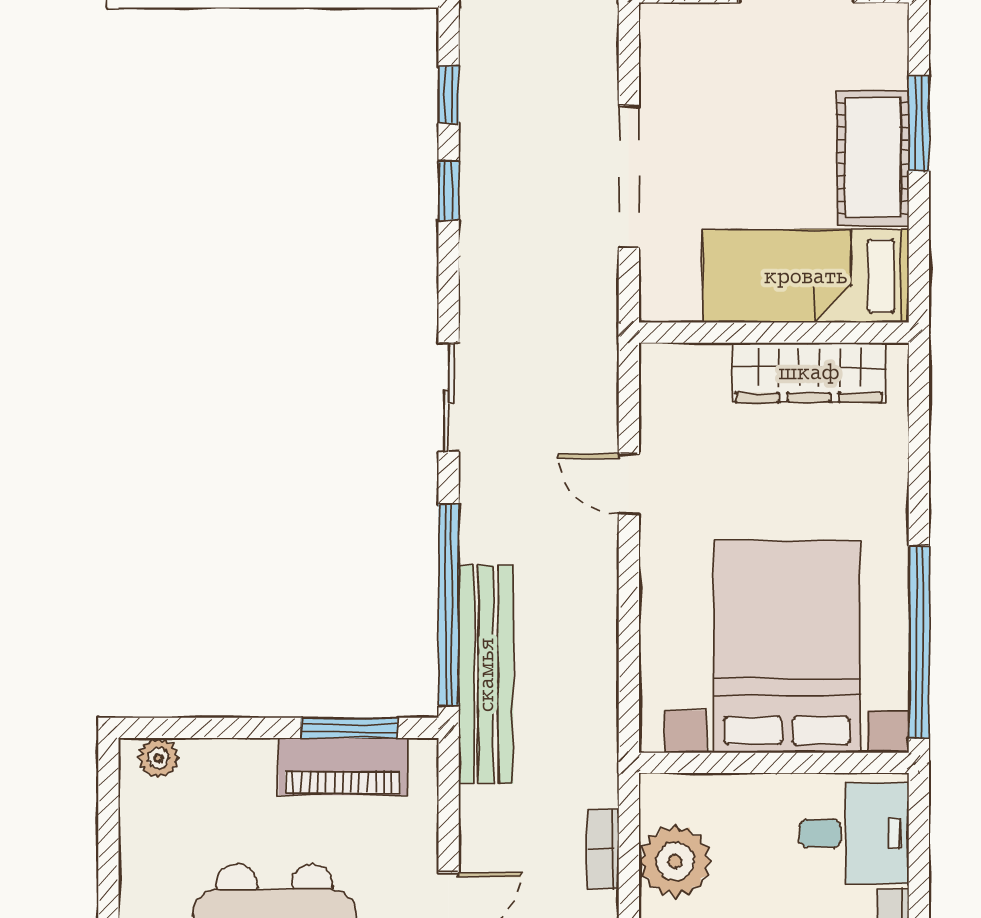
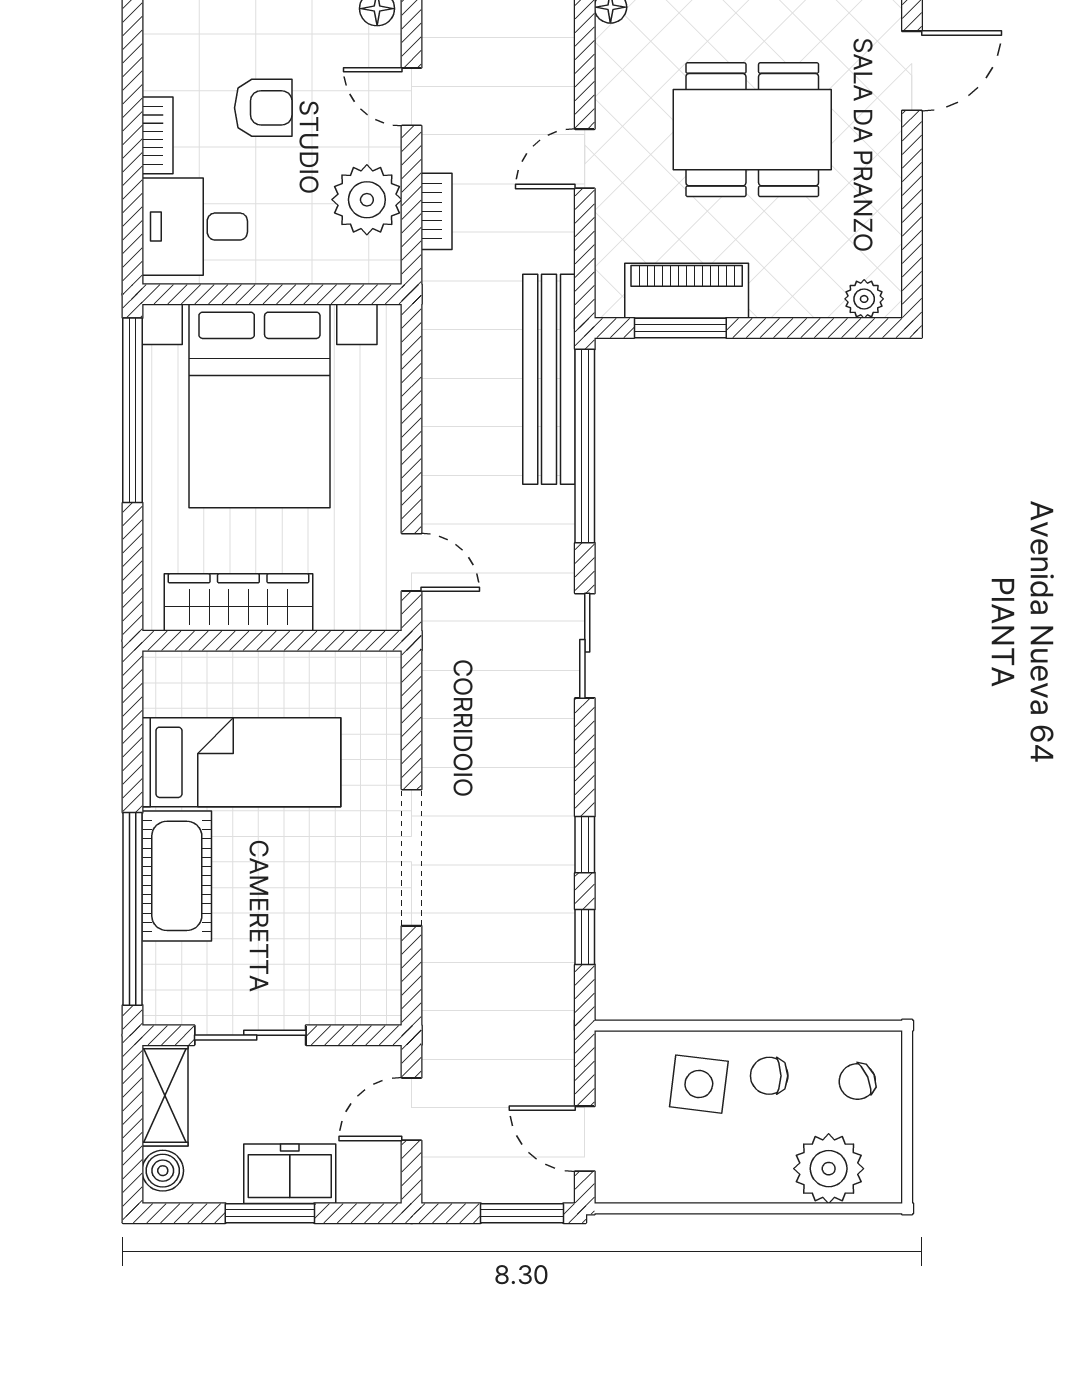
window: (919, 124) -> (133, 909), width x2.11
wall: (774, 333) -> (272, 641), moved
wardrobe: (809, 372) -> (238, 602), moved

